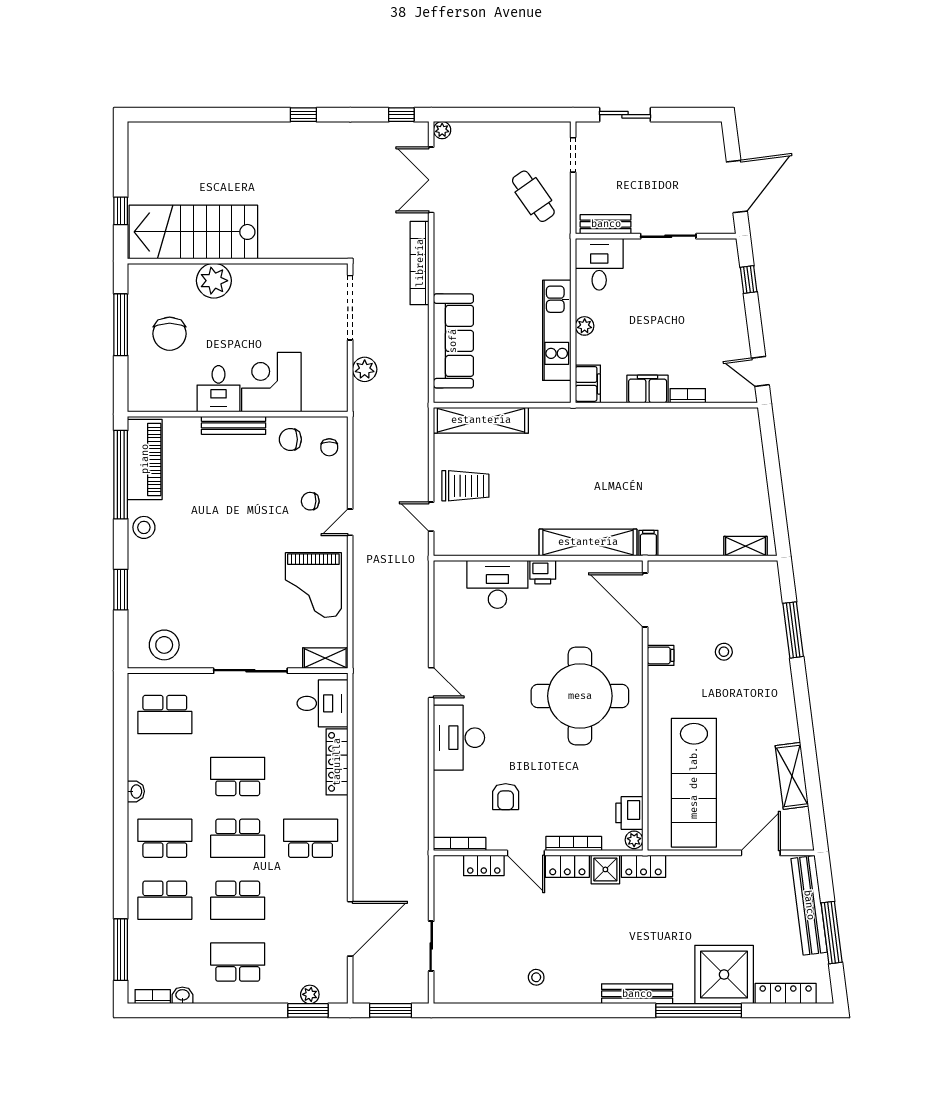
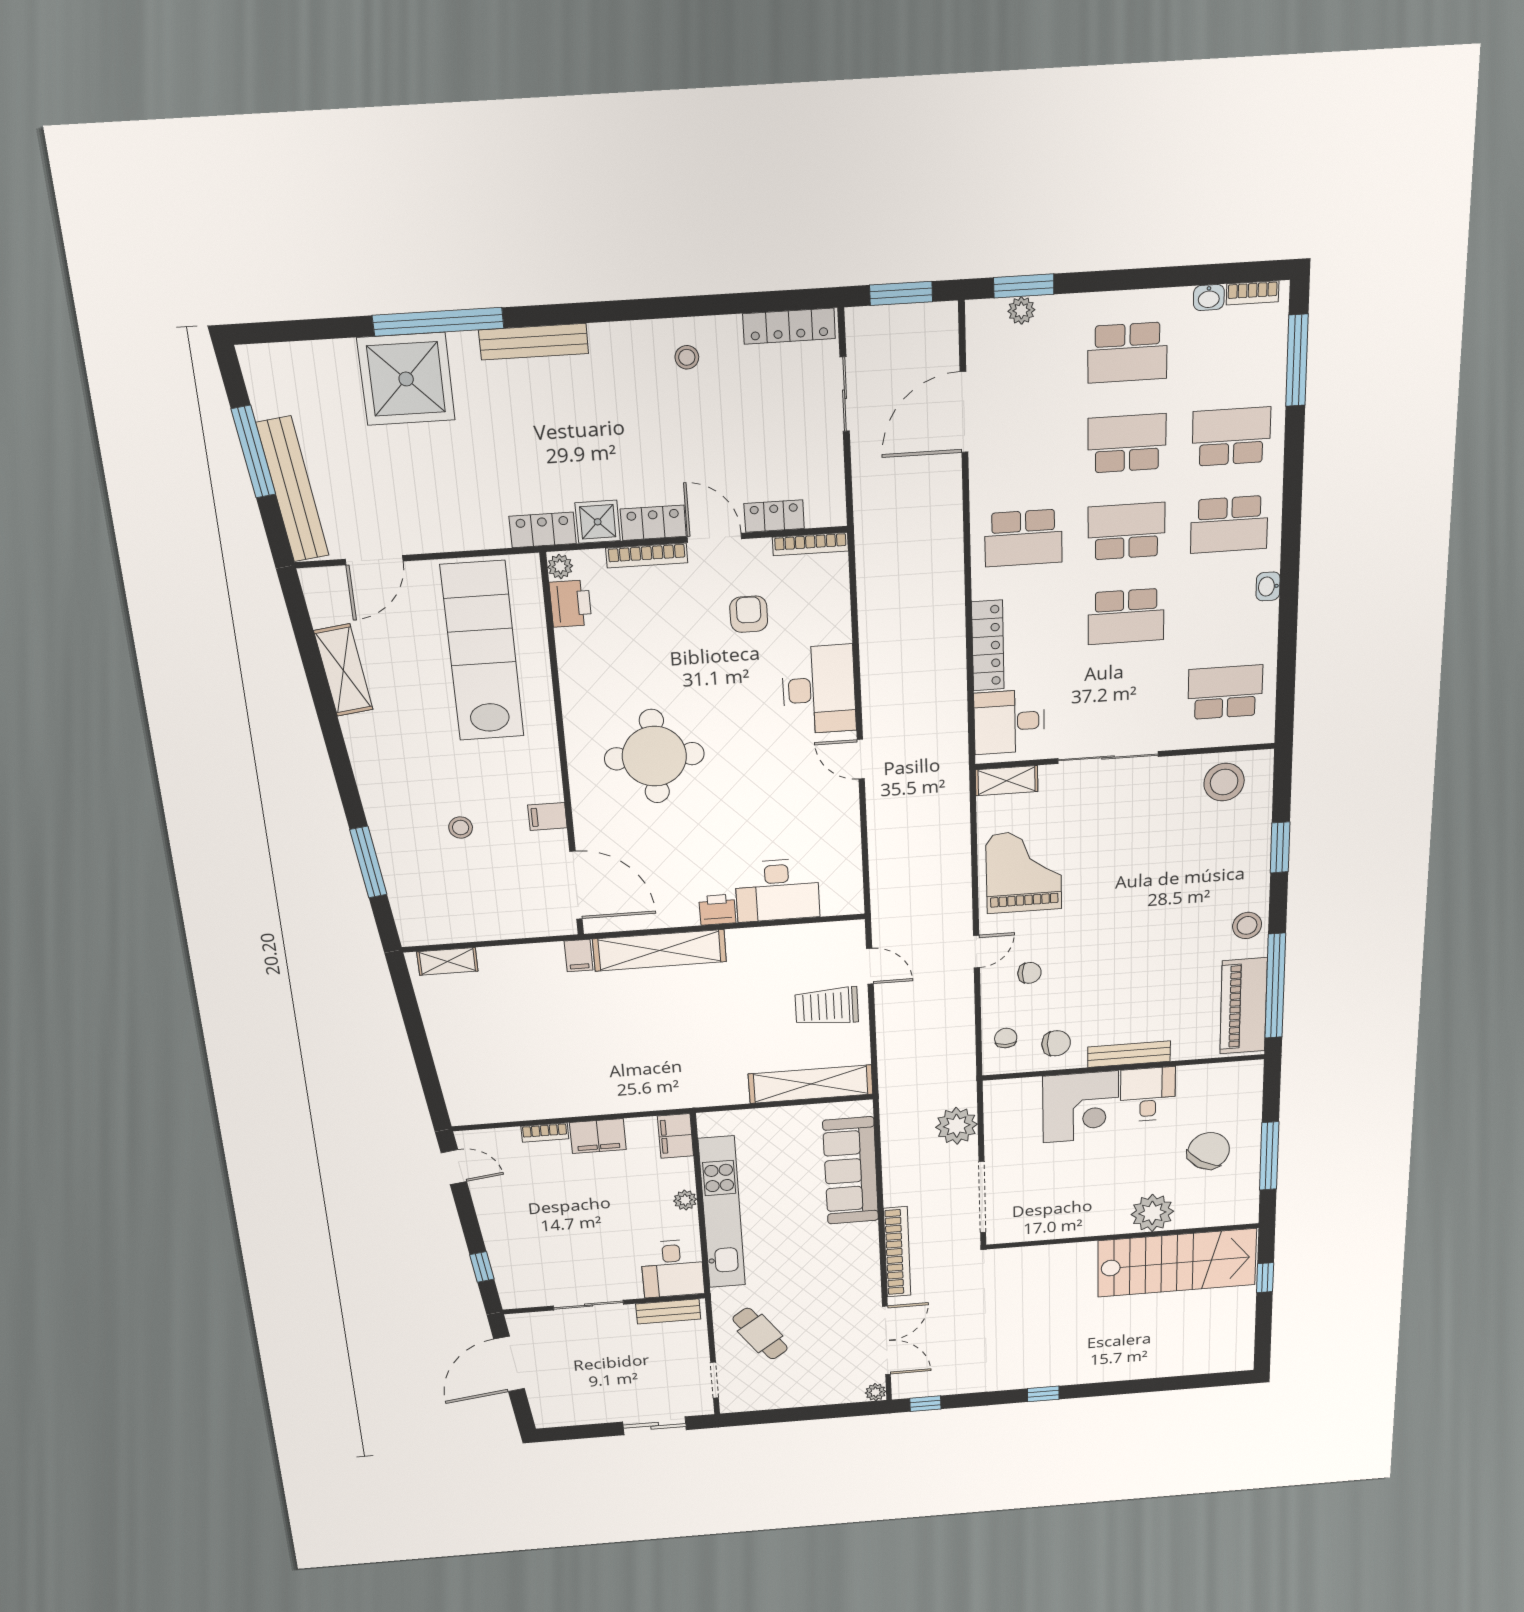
kitchen unit: (557, 330) -> (722, 1213), width x1.36
chair: (170, 334) -> (1209, 1151), turned 32
plant: (365, 369) -> (957, 1126), width x1.36, depth x1.36
round table: (580, 696) -> (654, 756), width x0.73, depth x0.73
locker: (786, 994) -> (789, 326), moved

